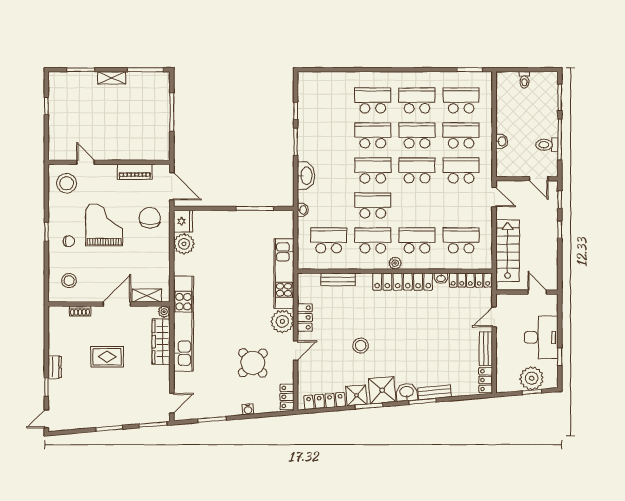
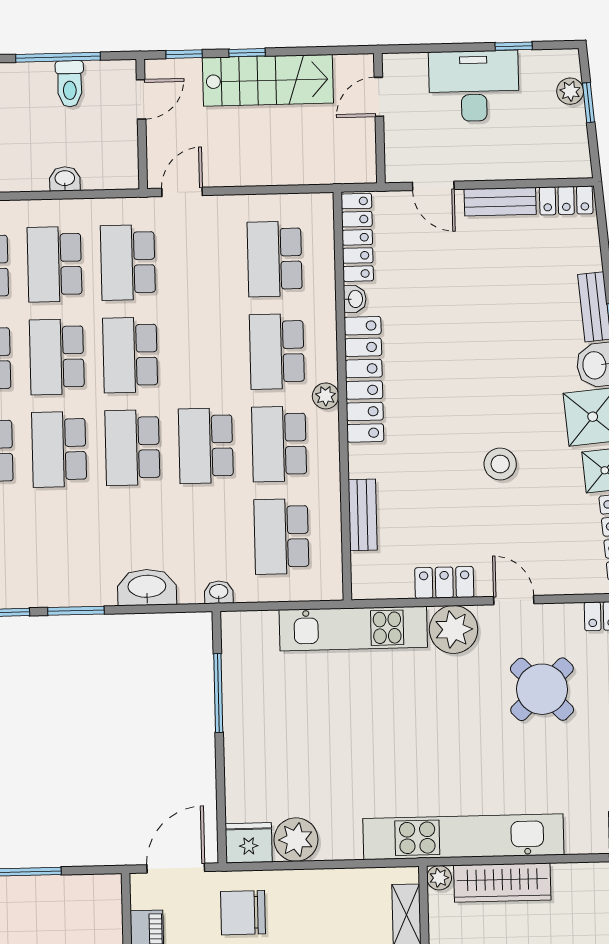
stairs: (508, 251) -> (268, 80), moved, turned 180
plant: (532, 378) -> (570, 91), width x0.53, depth x0.53

